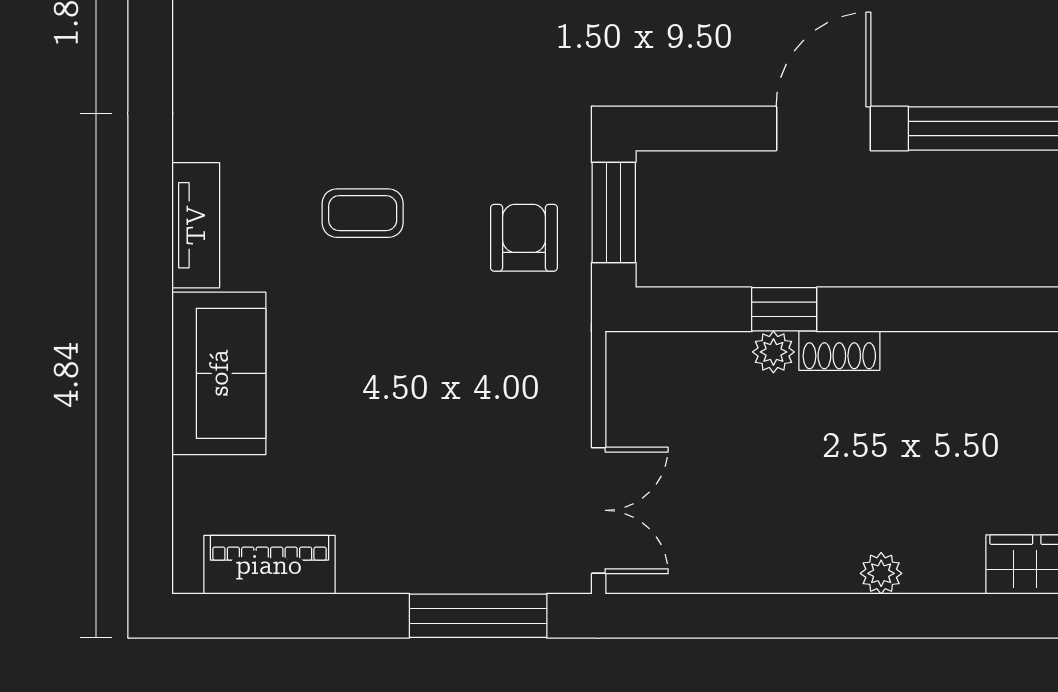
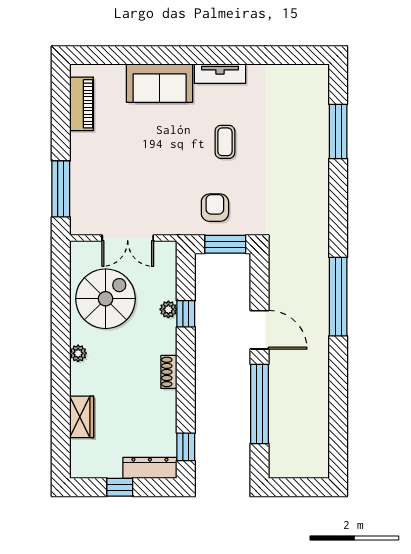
armchair: (524, 238) -> (215, 208), turned -90
shoe rack: (839, 351) -> (169, 372), moved
spiral stairs: (747, 506) -> (106, 299), added
double door: (599, 510) -> (128, 238), moved

